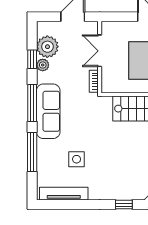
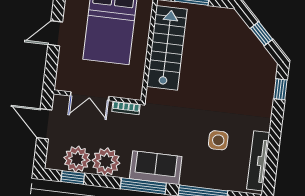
window: (32, 59) -> (73, 177), moved
plant: (43, 65) -> (106, 162), width x1.87, depth x1.87
sofa: (48, 111) -> (156, 168), width x0.73

